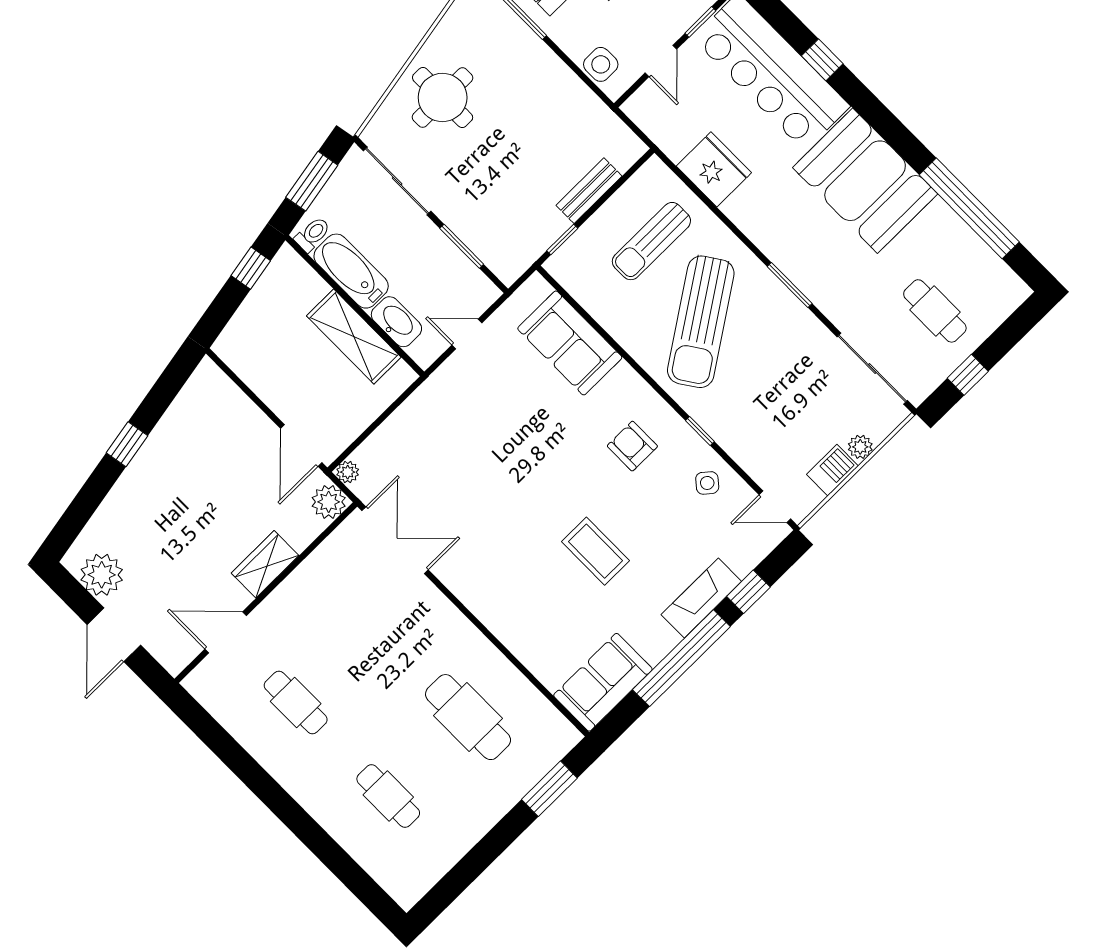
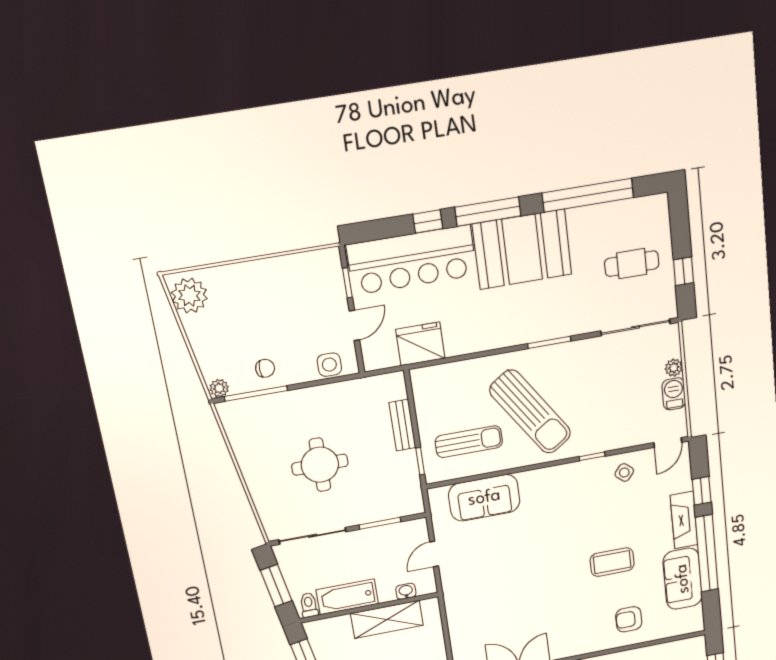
door: (661, 61) -> (354, 325), hinge flipped
round table: (443, 97) -> (320, 465), moved
window: (877, 115) -> (488, 212), added
fridge: (714, 169) -> (420, 344), moved
sun lounger: (651, 241) -> (469, 442), moved, turned -90
washbasin: (396, 322) -> (406, 591), width x0.52, depth x0.69
armchair: (632, 446) -> (629, 619), moved
sofa: (603, 682) -> (683, 579), moved

